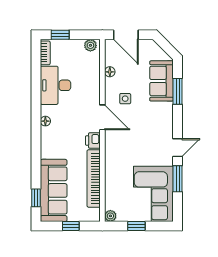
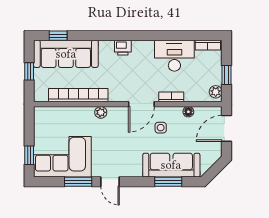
window: (60, 35) -> (226, 75), moved
sofa: (162, 81) -> (171, 165), width x1.36
bookcase: (95, 88) -> (171, 97), added
floor lamp: (45, 121) -> (138, 45), removed
printer: (93, 141) -> (123, 48), moved, turned 180
plant: (110, 216) -> (101, 112), moved
window: (136, 226) -> (29, 155), moved

